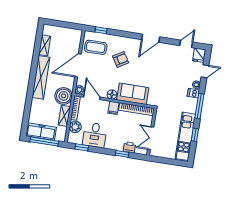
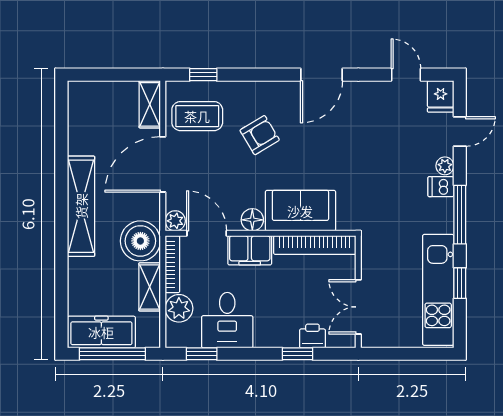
door: (186, 44) -> (406, 75), hinge flipped
shelving: (45, 45) -> (150, 104), moved
filing cabinet: (113, 108) -> (250, 250), width x2.00

